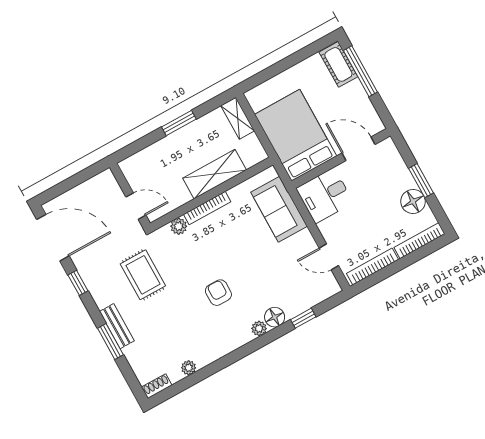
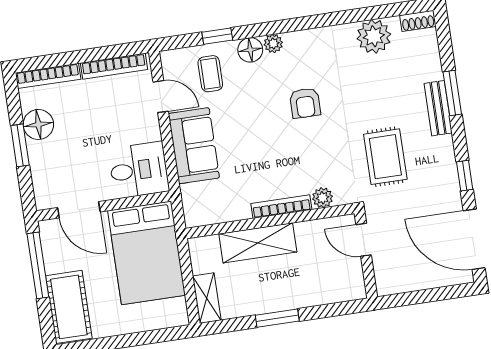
cot: (338, 64) -> (69, 307), width x1.37, depth x1.34
window: (360, 71) -> (38, 265), moved
sofa: (279, 209) -> (194, 146), moved
coffee table: (298, 288) -> (210, 74), added
plant: (189, 368) -> (374, 36), width x1.87, depth x1.87

